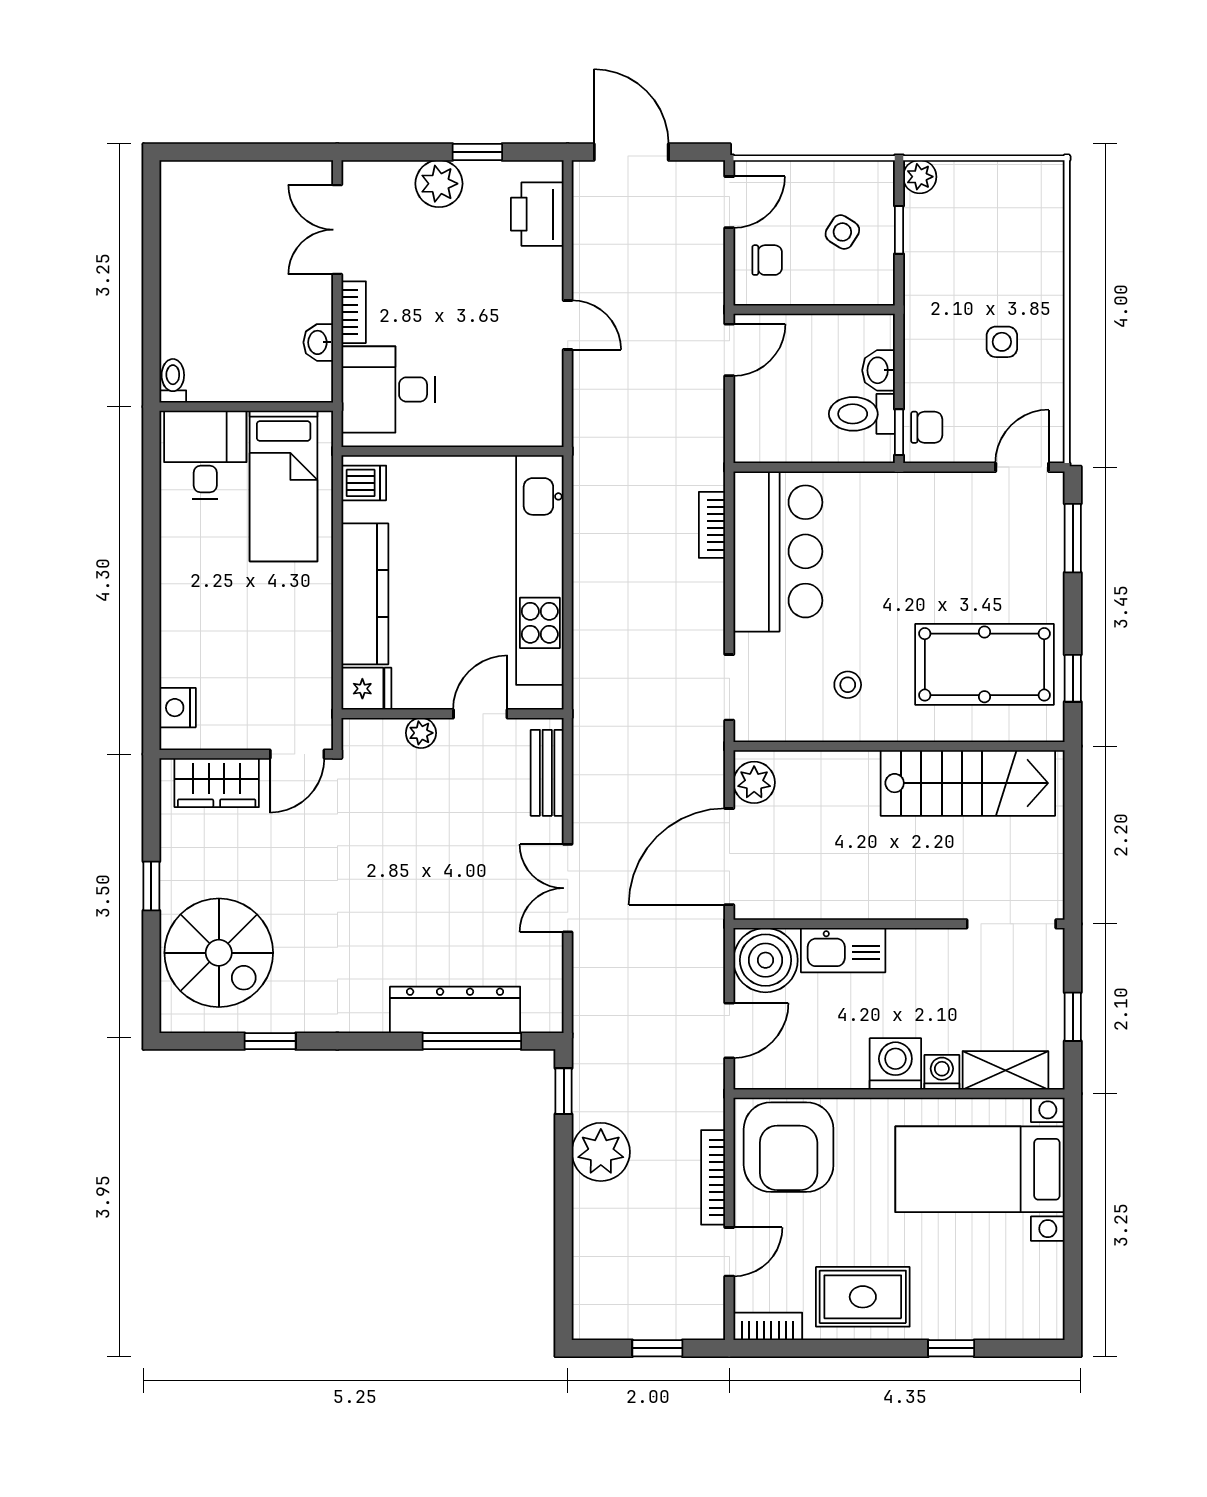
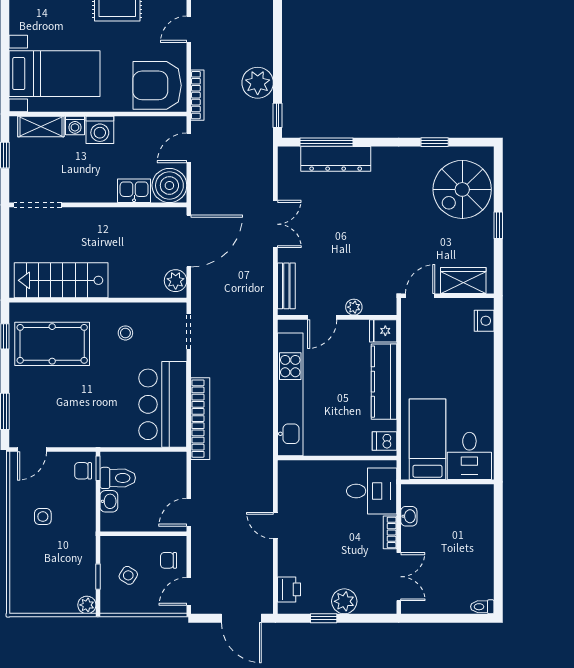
printer: (537, 214) -> (289, 589), width x0.73, depth x0.81
toilet: (173, 381) -> (482, 607), moved, turned 90
bookcase: (712, 525) -> (200, 419), width x2.31, depth x1.31
kitchen sink: (843, 950) -> (134, 191), width x0.73
spiral stairs: (219, 953) -> (462, 189), turned -90
armchair: (789, 1147) -> (157, 85), turned -90
bookcase: (713, 1177) -> (197, 95), moved

